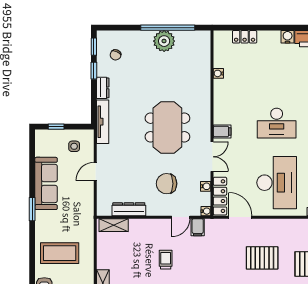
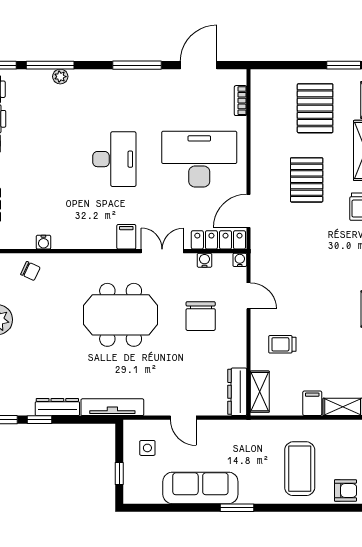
chair: (116, 55) -> (30, 271), moved
dresser: (103, 88) -> (57, 407), width x1.44
dresser: (129, 209) -> (237, 392), moved
filing cabinet: (198, 227) -> (312, 403), moved, turned -90
trolley: (166, 260) -> (282, 344), moved

